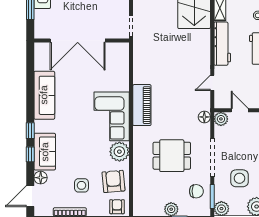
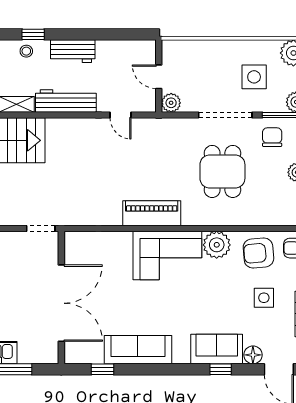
door: (240, 110) -> (159, 77), hinge flipped
floor lamp: (204, 117) -> (168, 126), removed
window: (30, 131) -> (103, 369), moved

